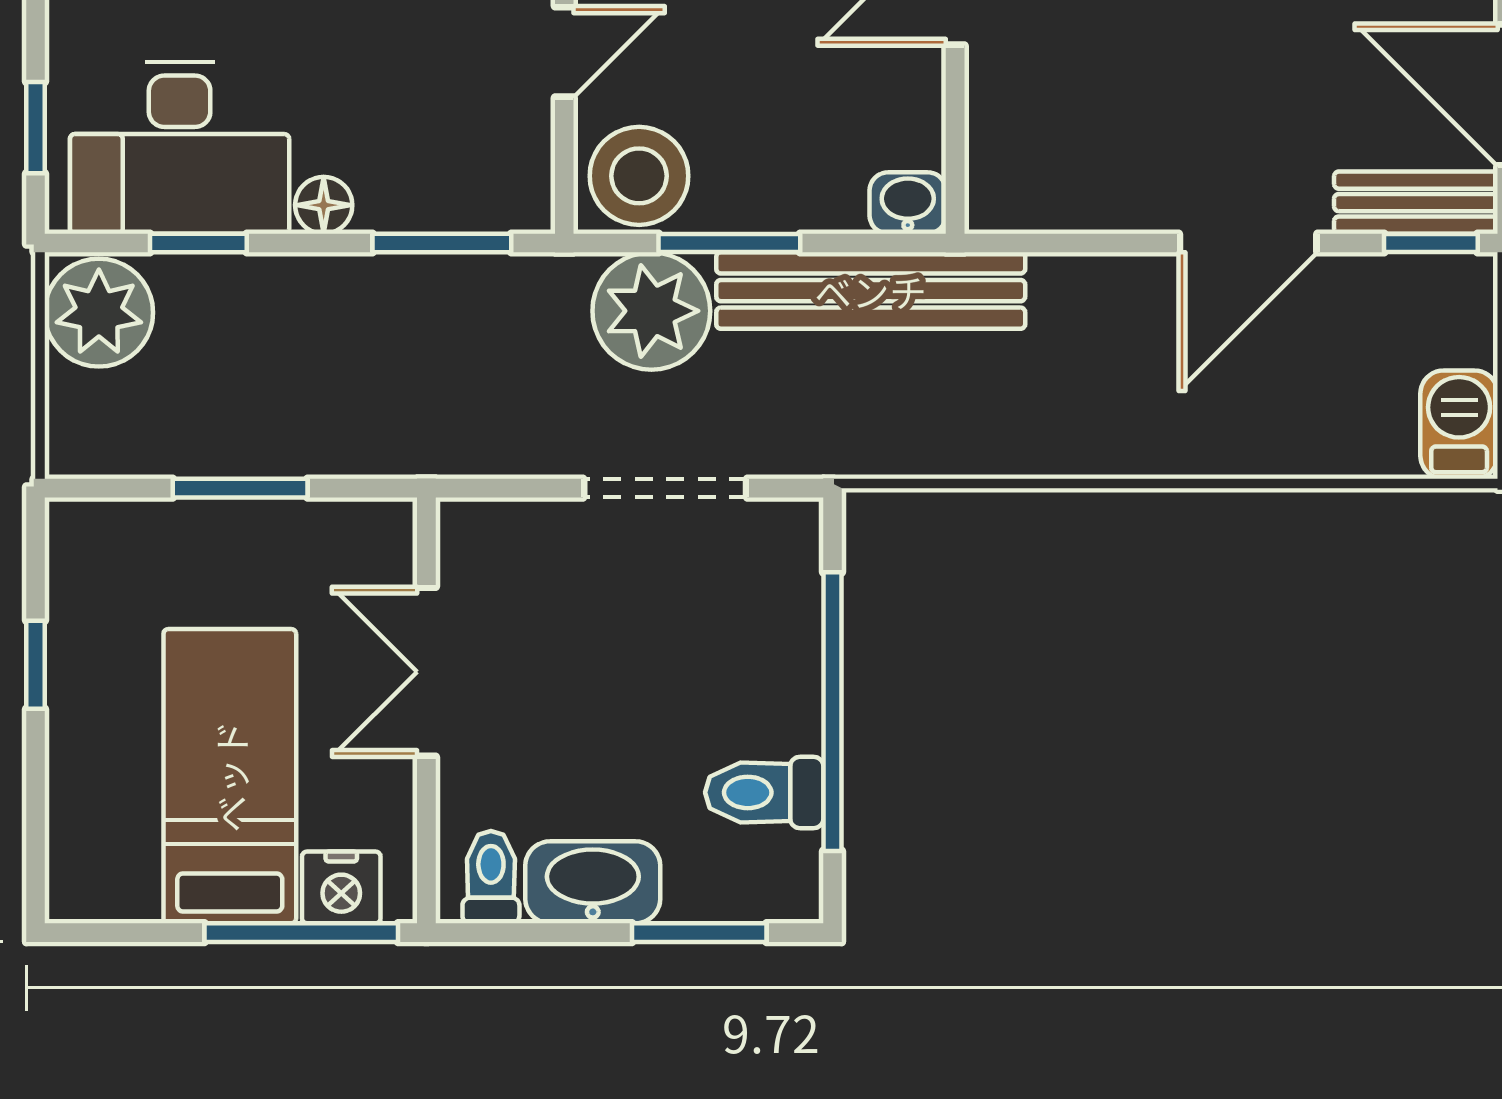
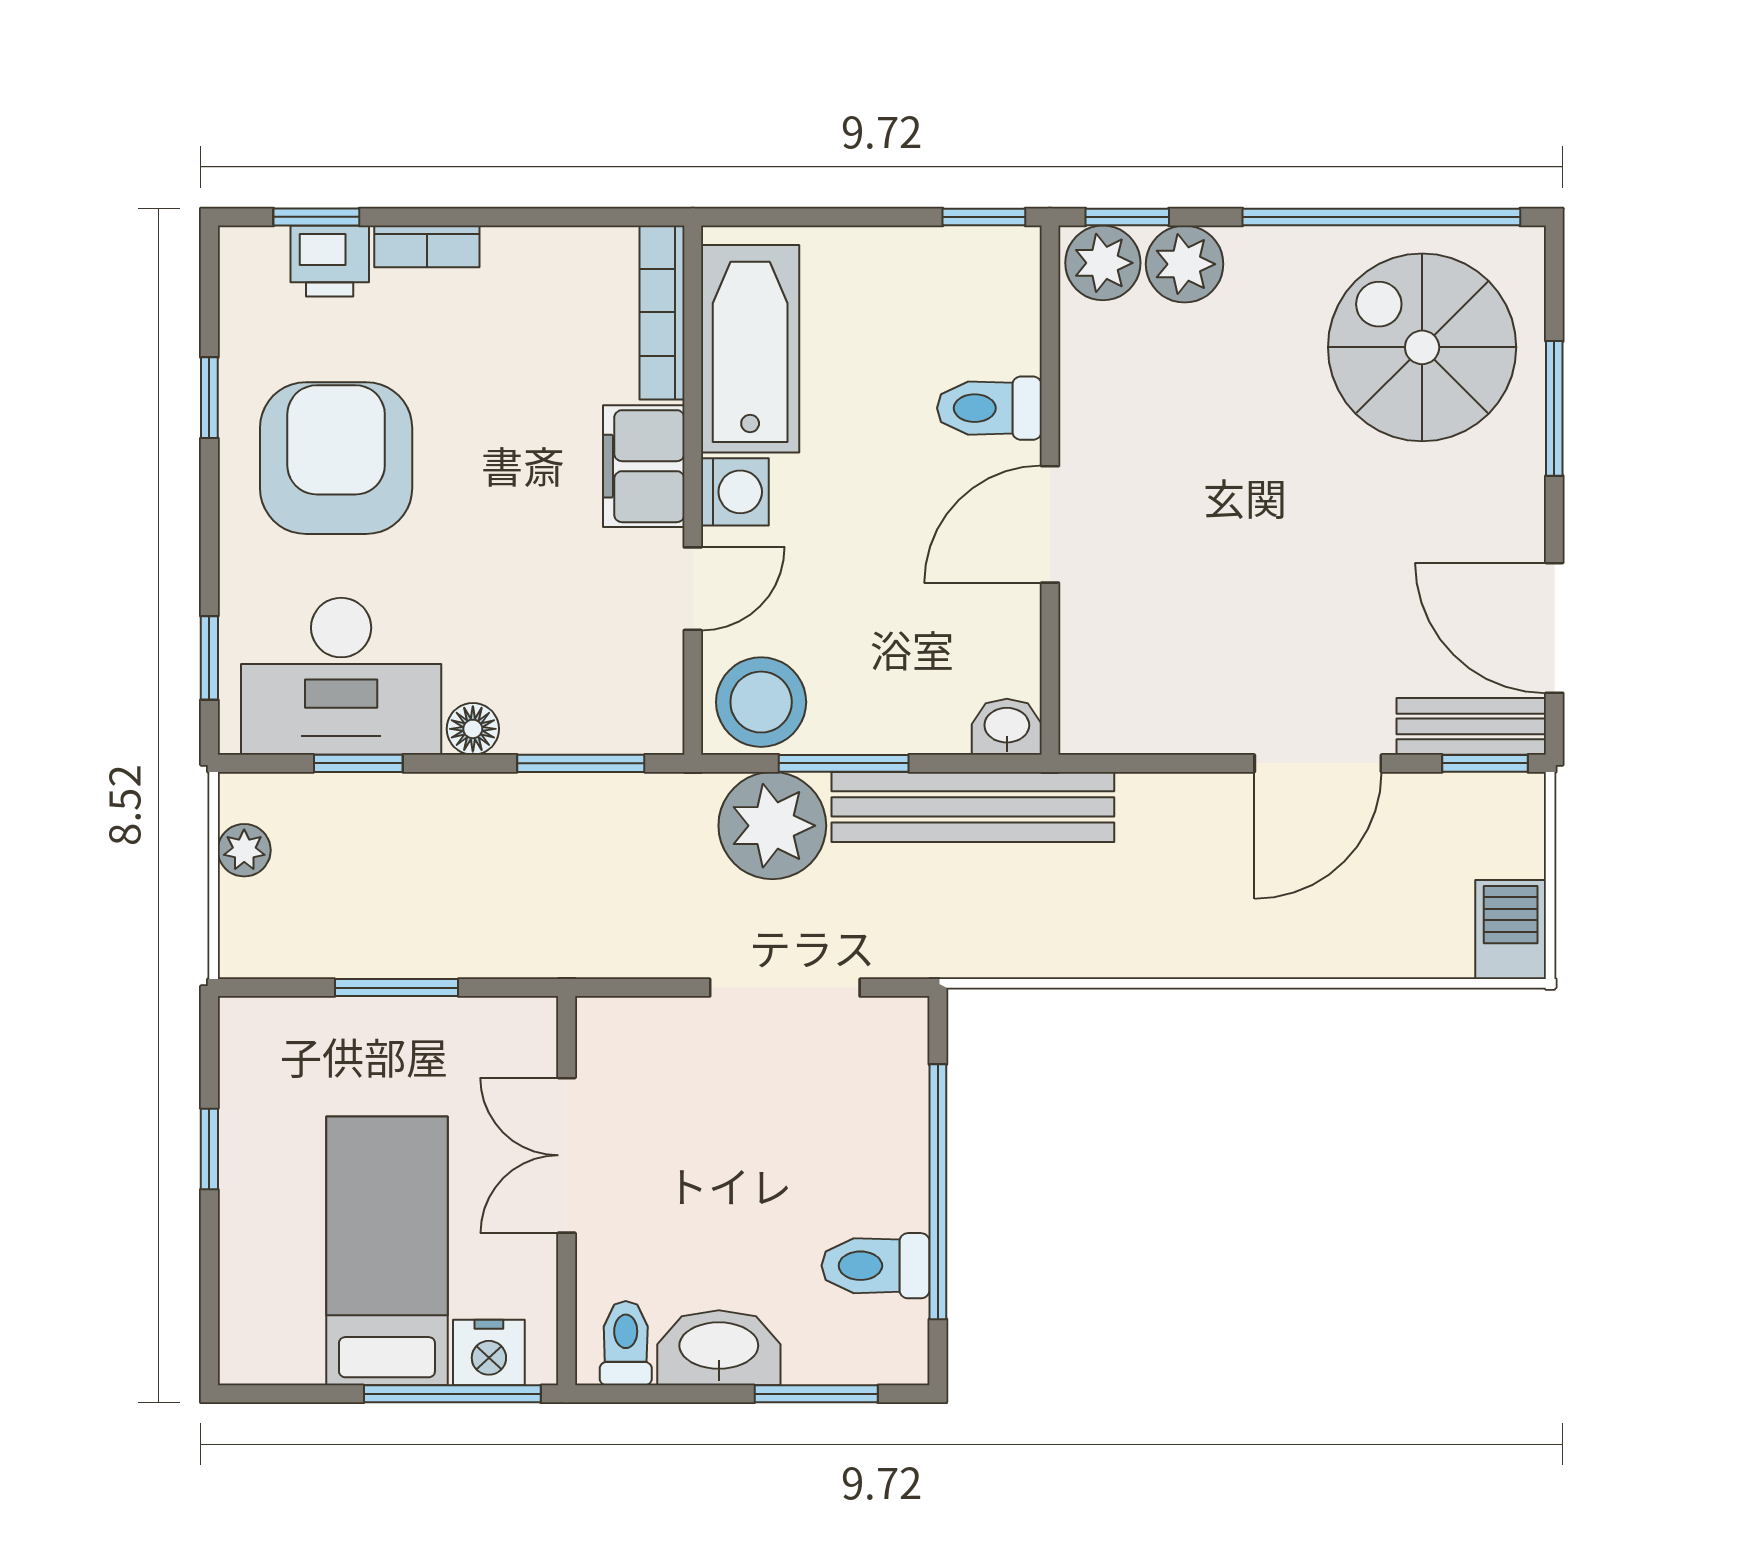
plant: (99, 313) -> (244, 850), width x0.53, depth x0.53

